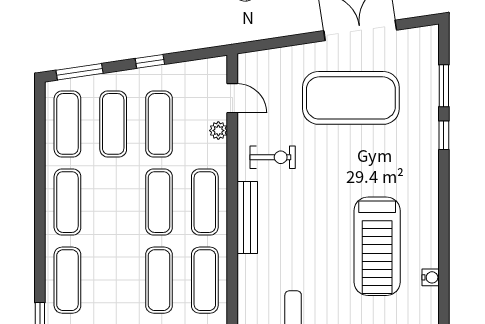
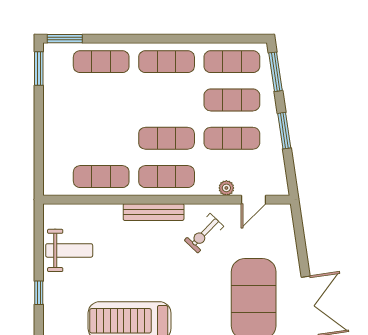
window: (150, 61) -> (284, 131), width x1.50
exercise bike: (273, 157) -> (204, 233), turned 44
exercise mat: (159, 280) -> (101, 138), removed

